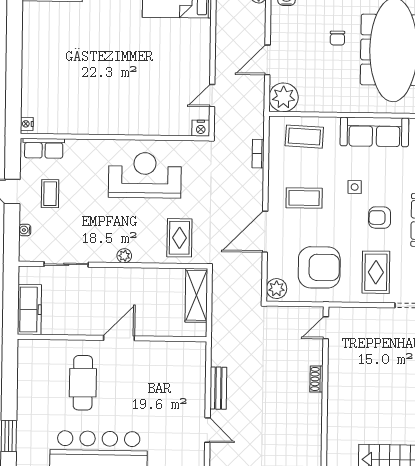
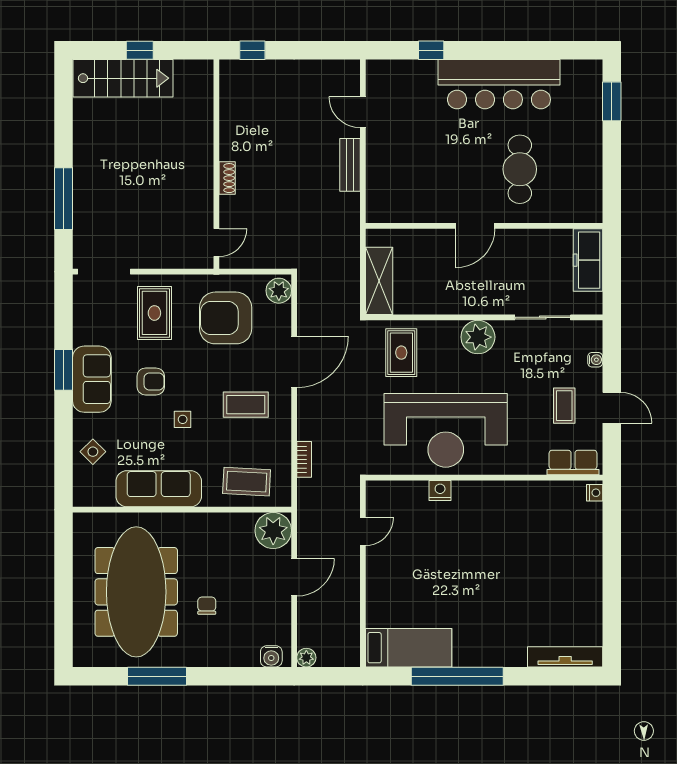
nightstand: (201, 128) -> (440, 490), moved
reception desk: (145, 175) -> (446, 430), width x1.36, depth x1.30
plant: (124, 256) -> (478, 337), width x1.88, depth x1.88

